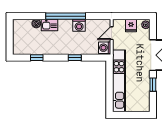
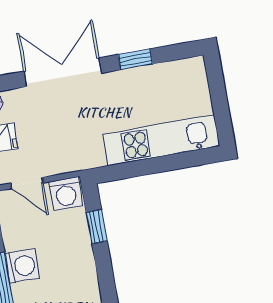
window: (75, 58) -> (97, 227), moved
kitchen unit: (119, 81) -> (161, 140), width x0.73

